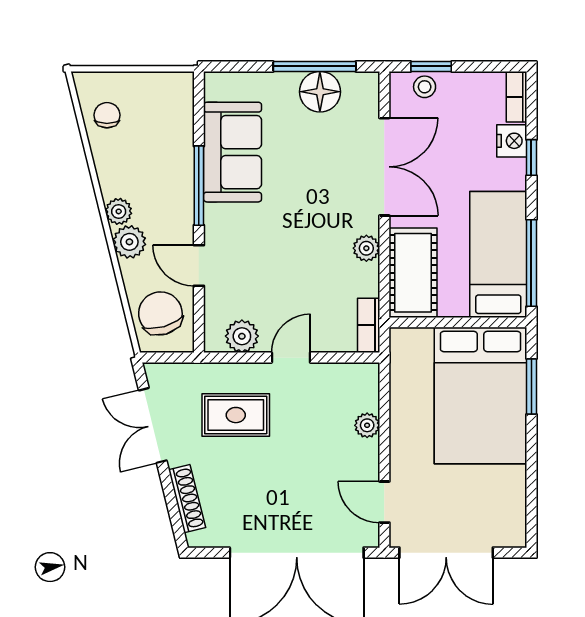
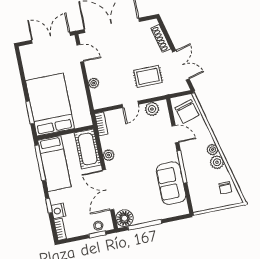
floor lamp: (320, 92) -> (125, 218), moved
plant: (129, 242) -> (217, 162), moved

